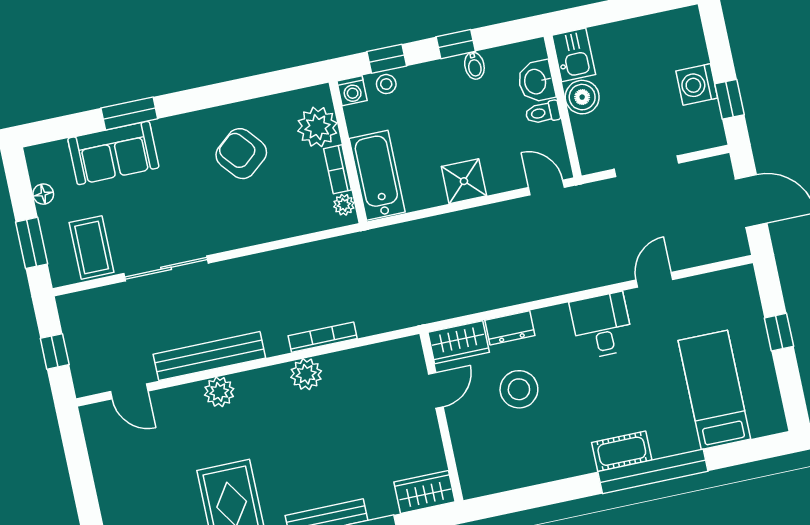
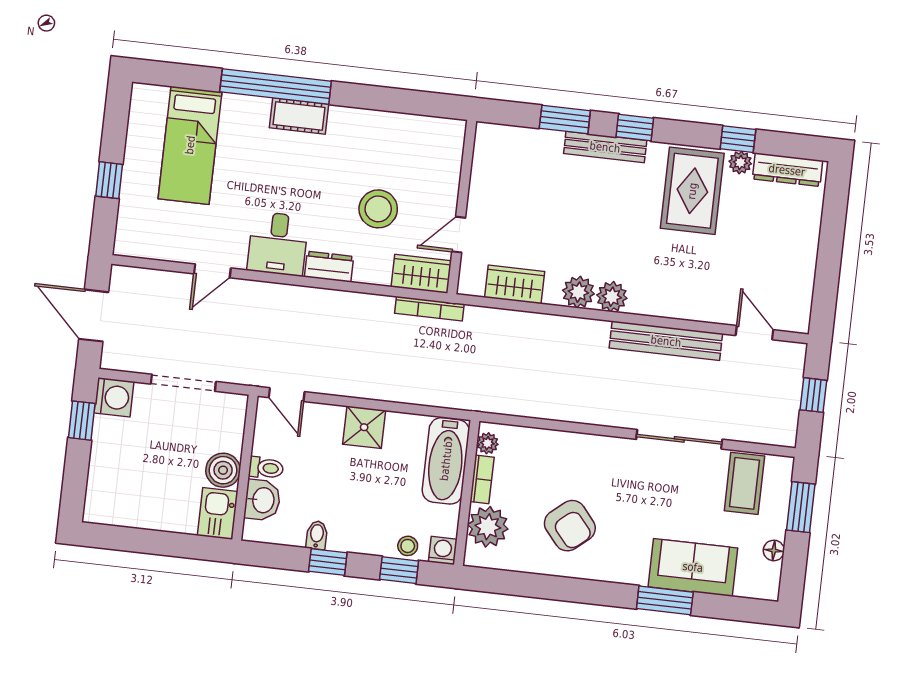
washing machine: (697, 84) -> (114, 397), moved
dresser: (510, 328) -> (329, 267), moved
bookcase: (323, 337) -> (429, 309), moved
plant: (219, 392) -> (612, 297), moved
wardrobe: (425, 492) -> (515, 284), moved, turned 180

